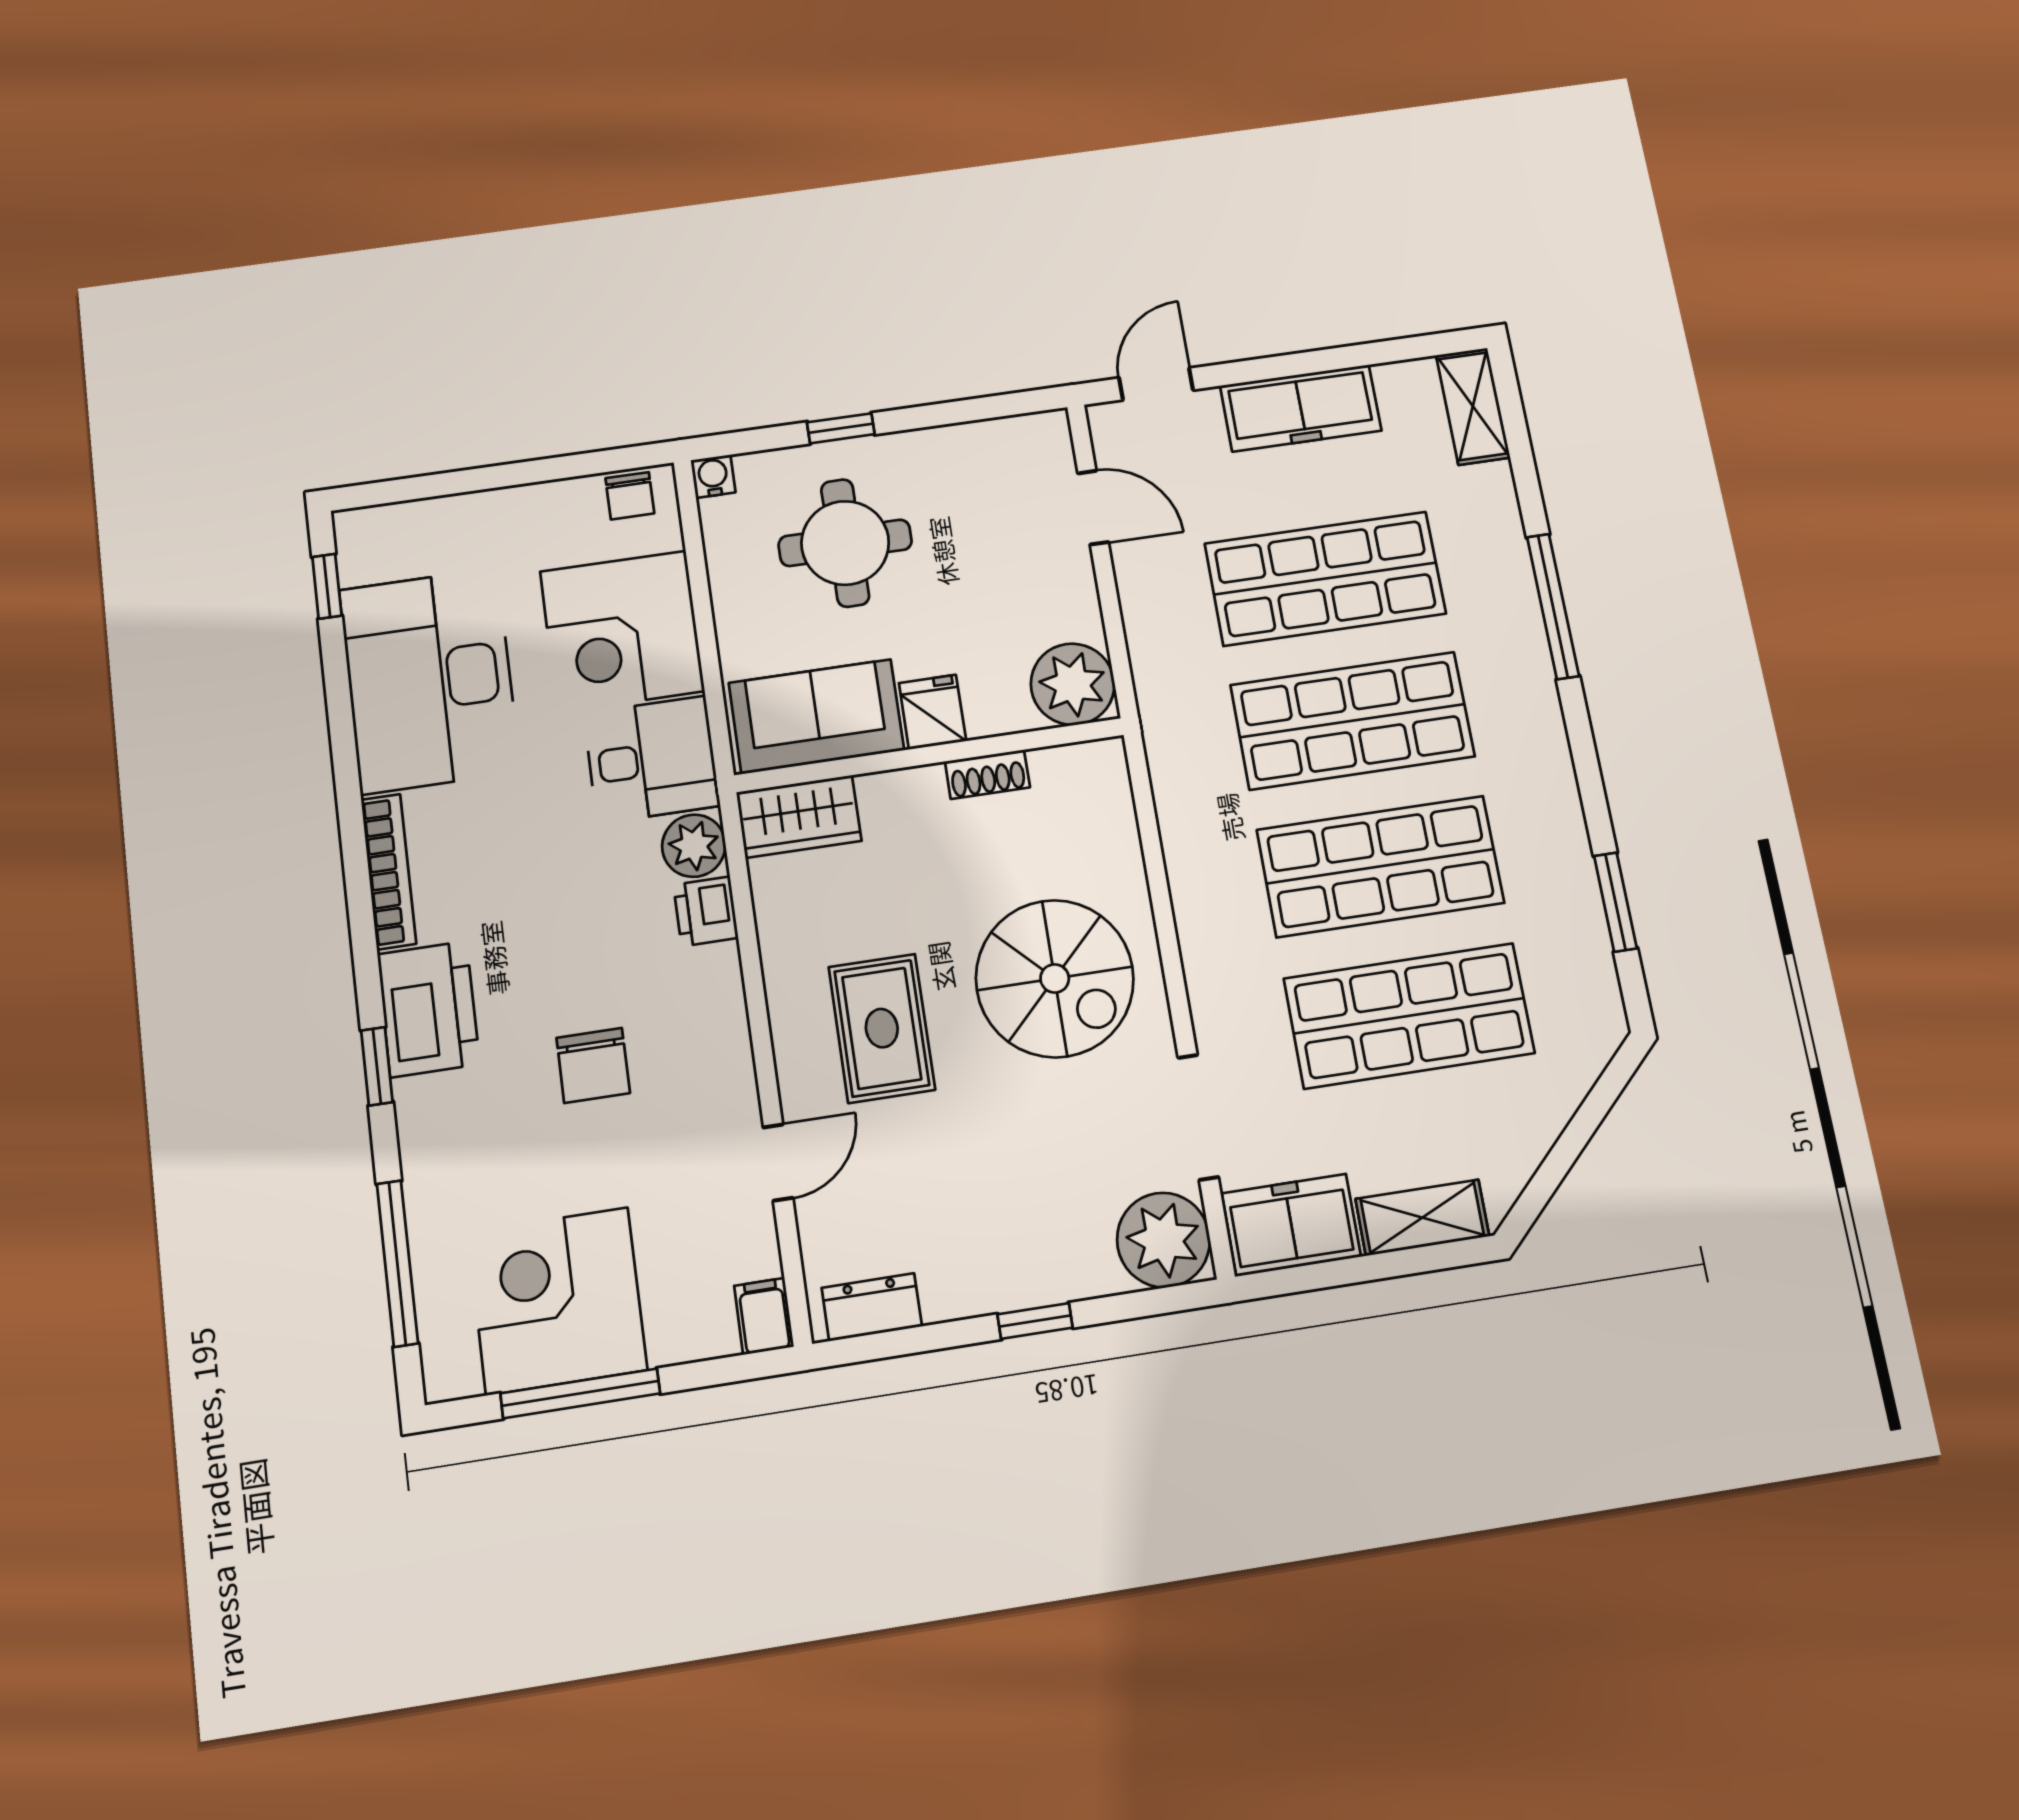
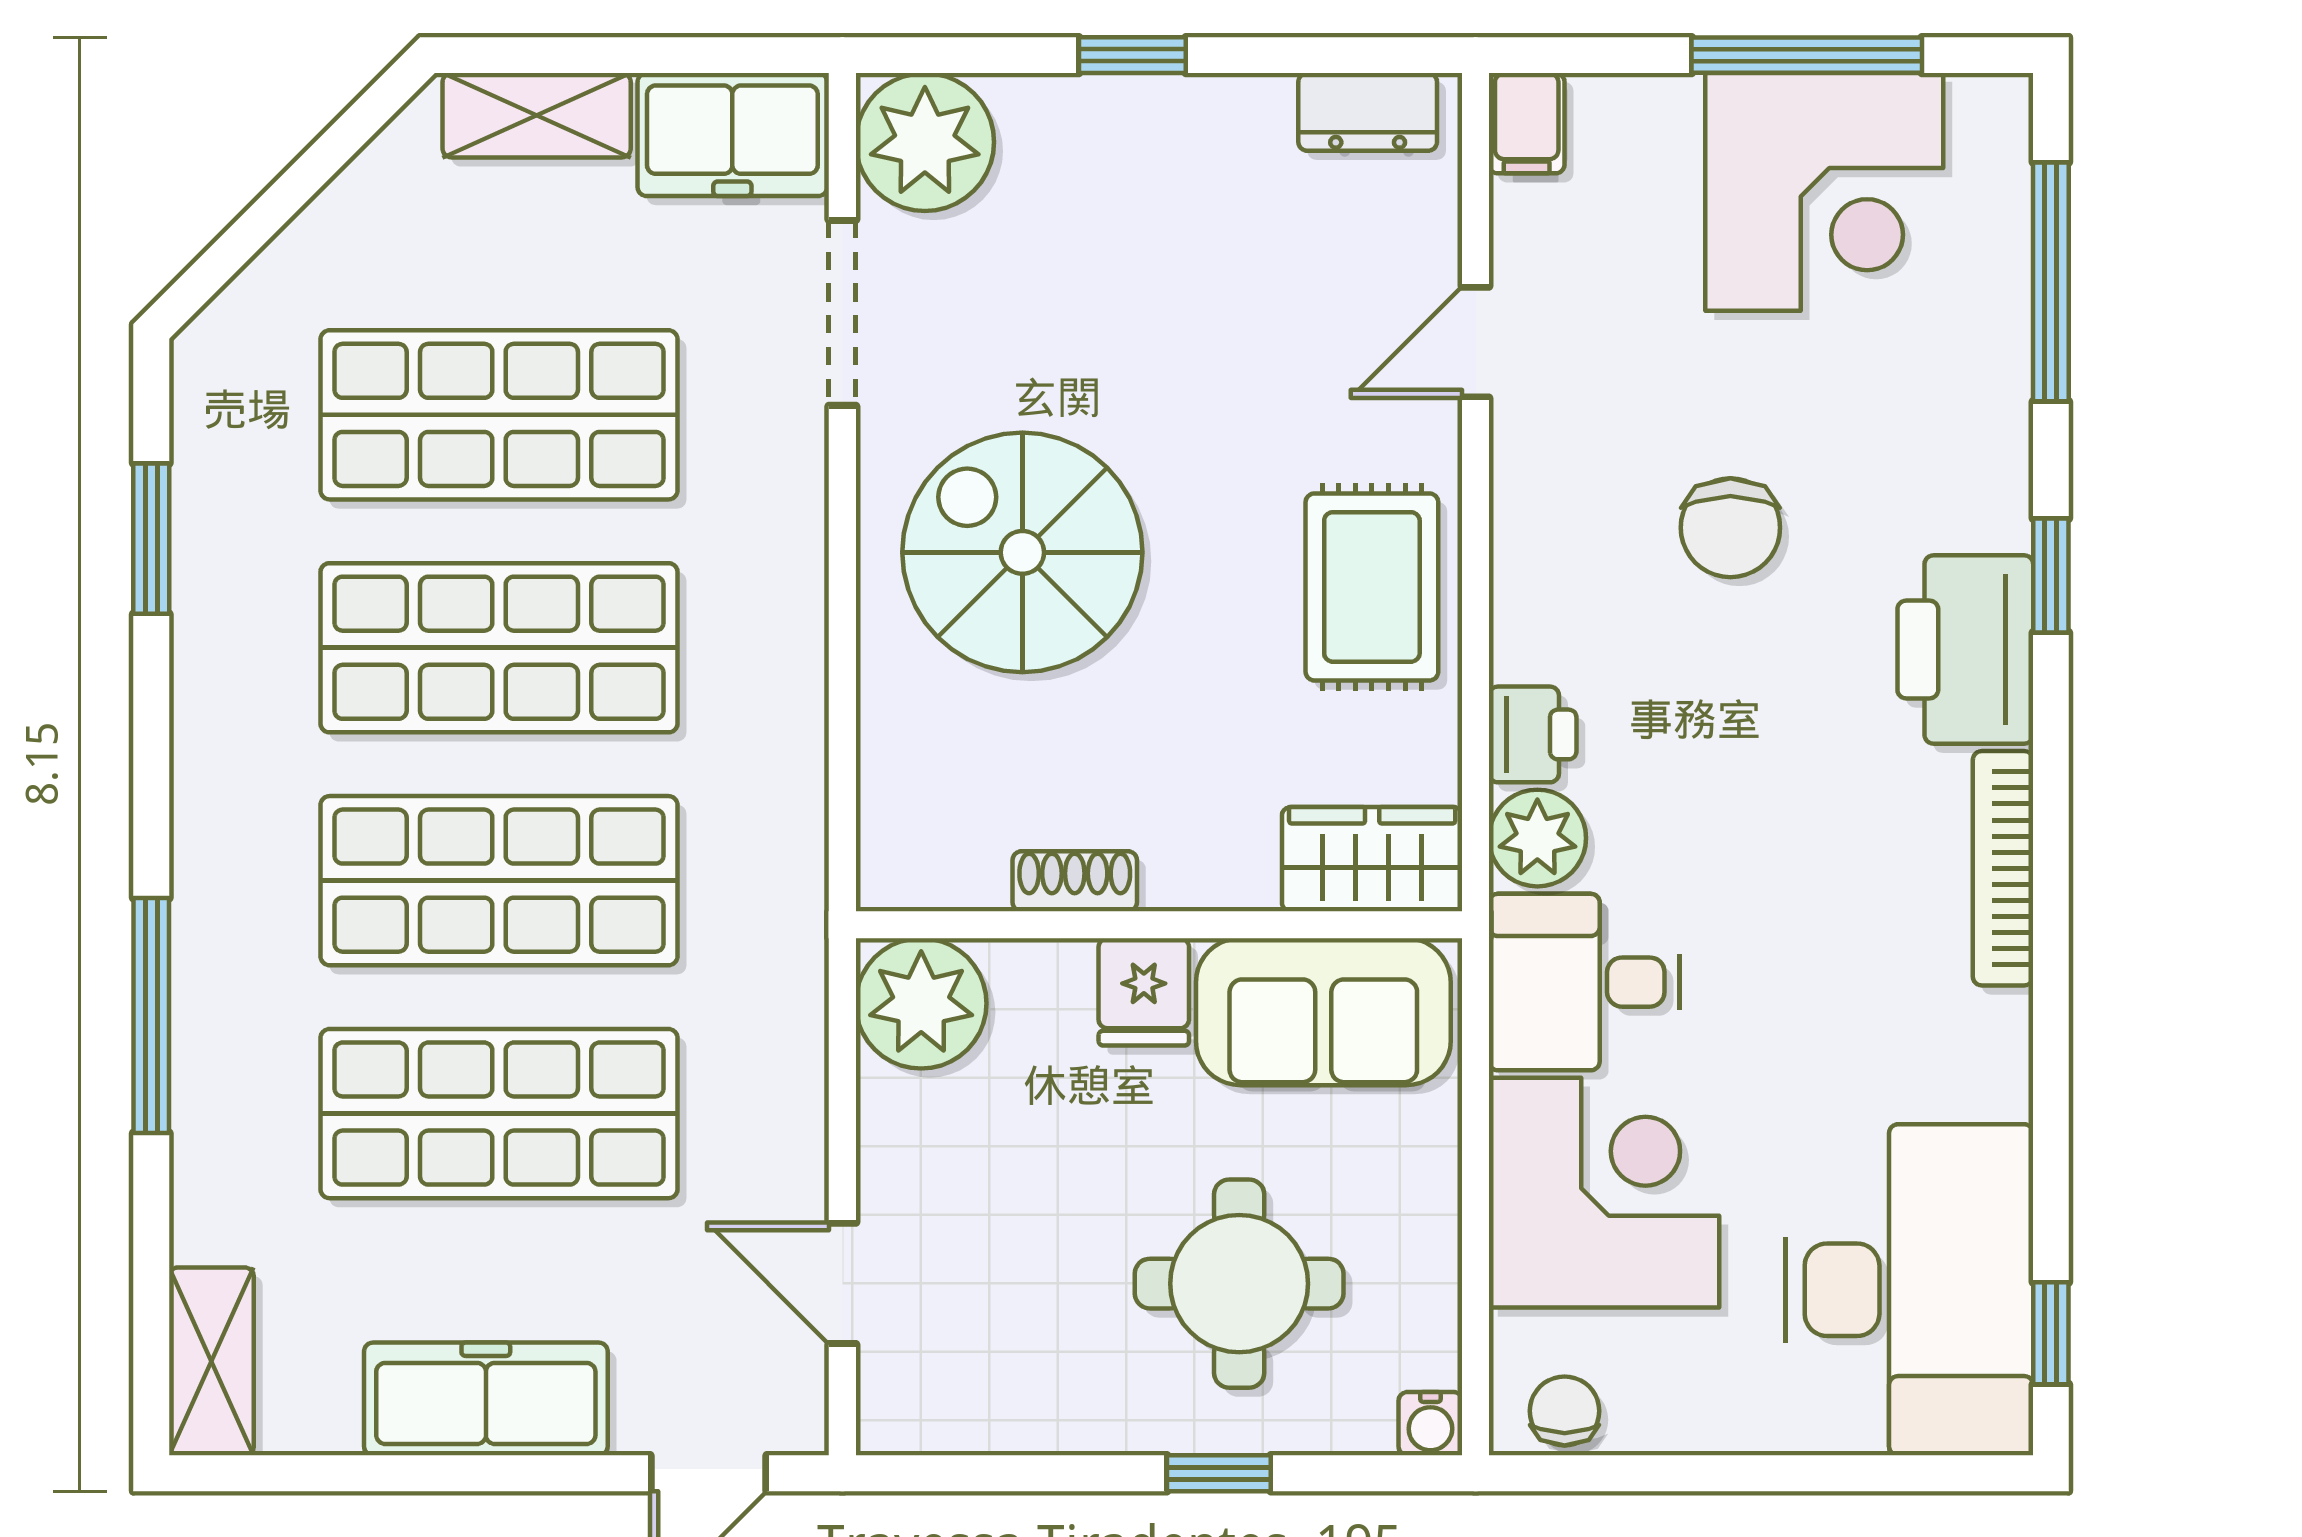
desk: (429, 680) -> (1909, 1290), moved
rug: (882, 1028) -> (1372, 587), moved
chair: (593, 1065) -> (1730, 528), turned 180

